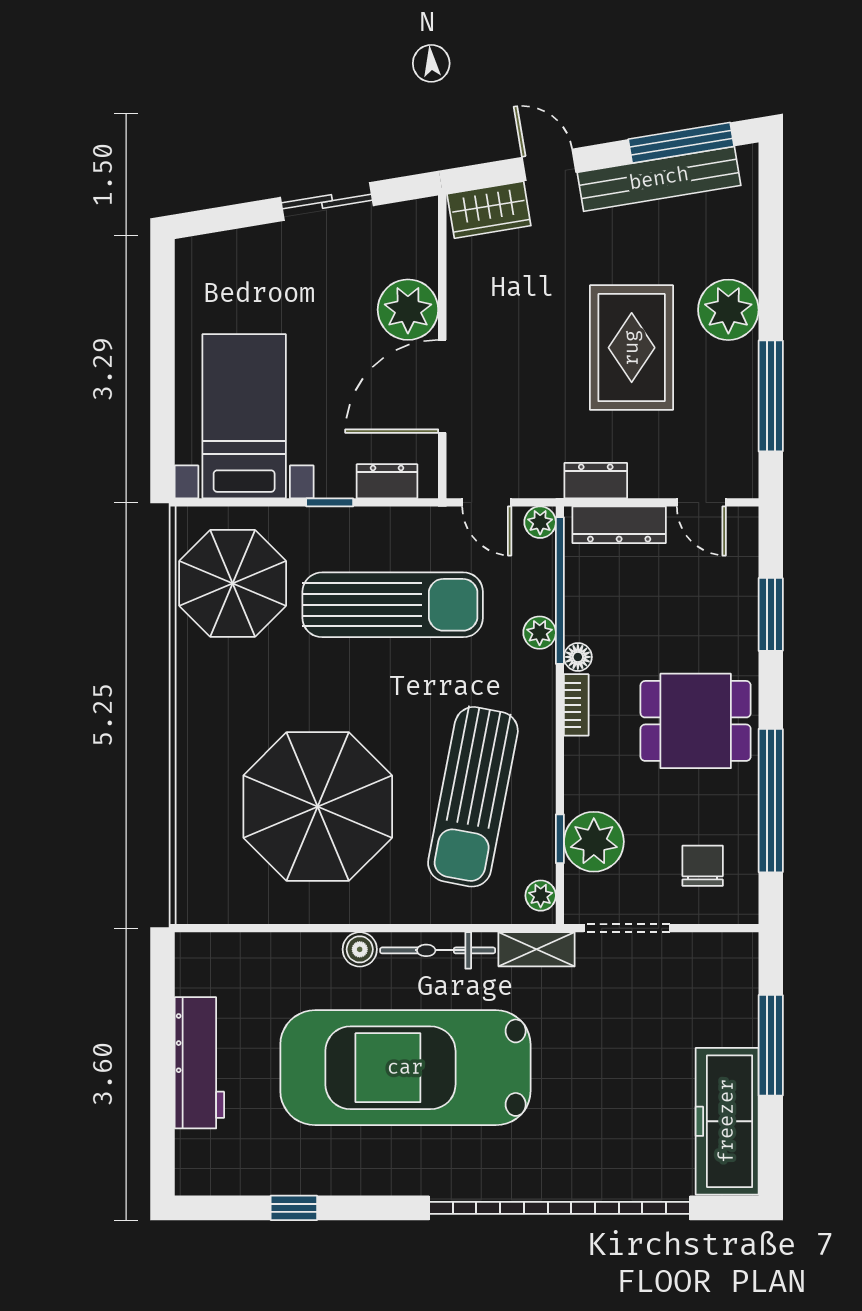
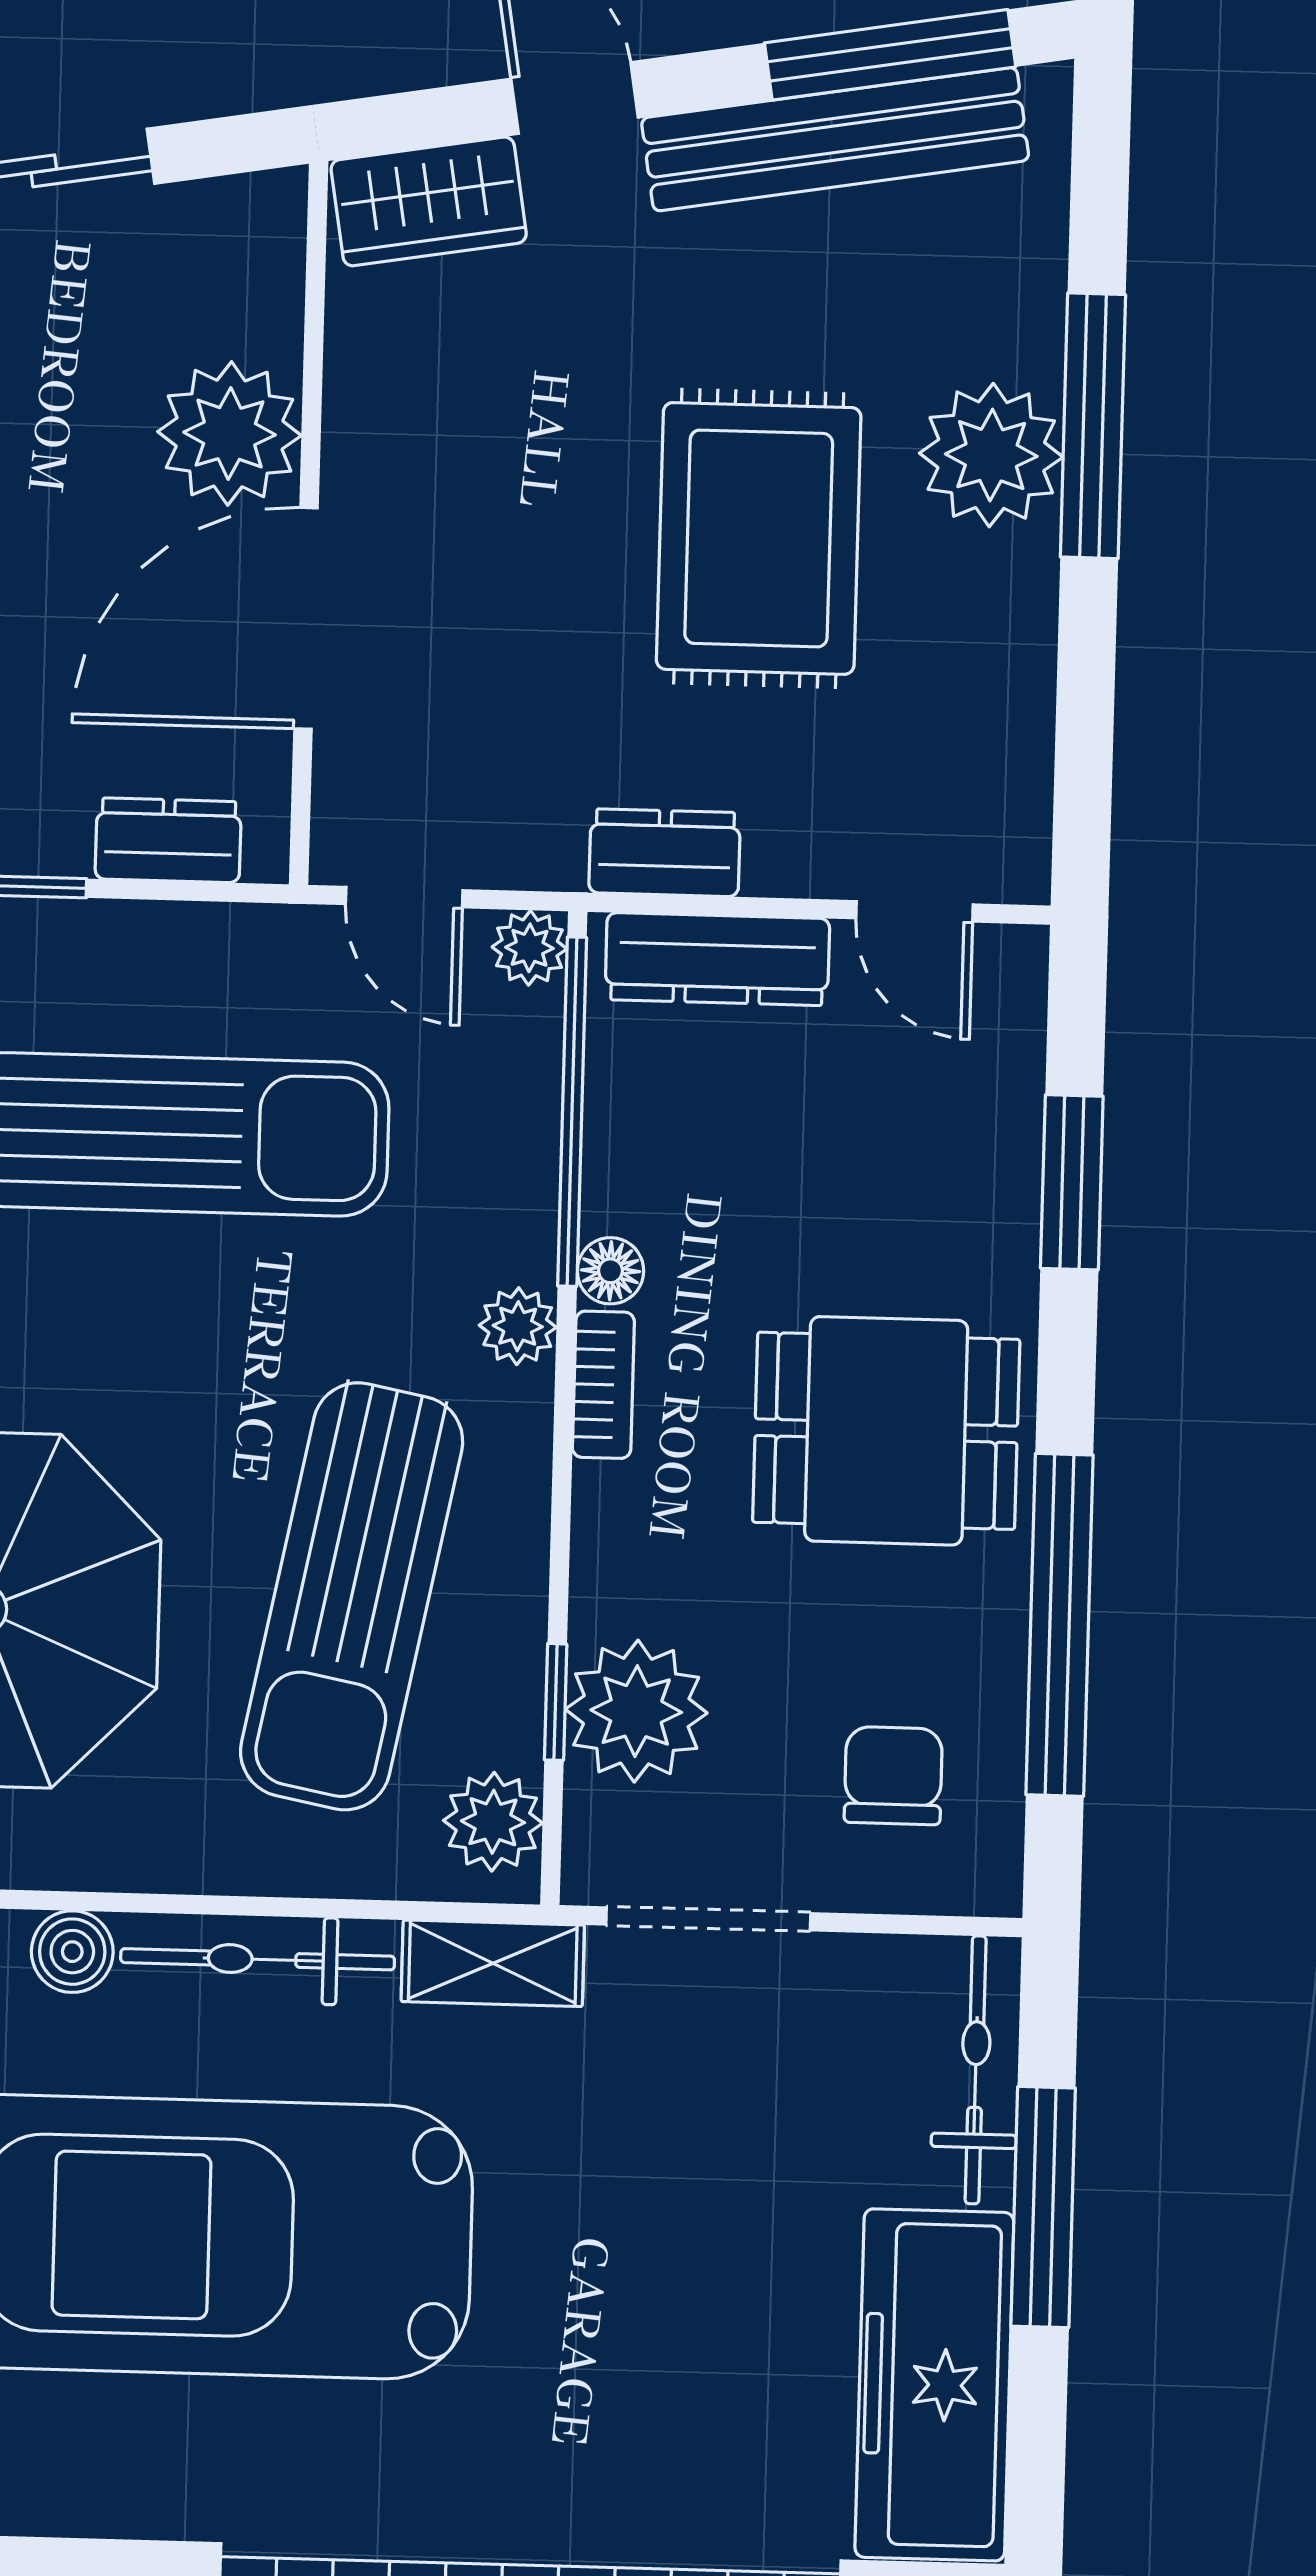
window: (771, 396) -> (1093, 426), moved
plant: (540, 633) -> (518, 1326), moved
plant: (541, 896) -> (493, 1822), width x1.38, depth x1.38
bicycle: (741, 988) -> (976, 2070), added

